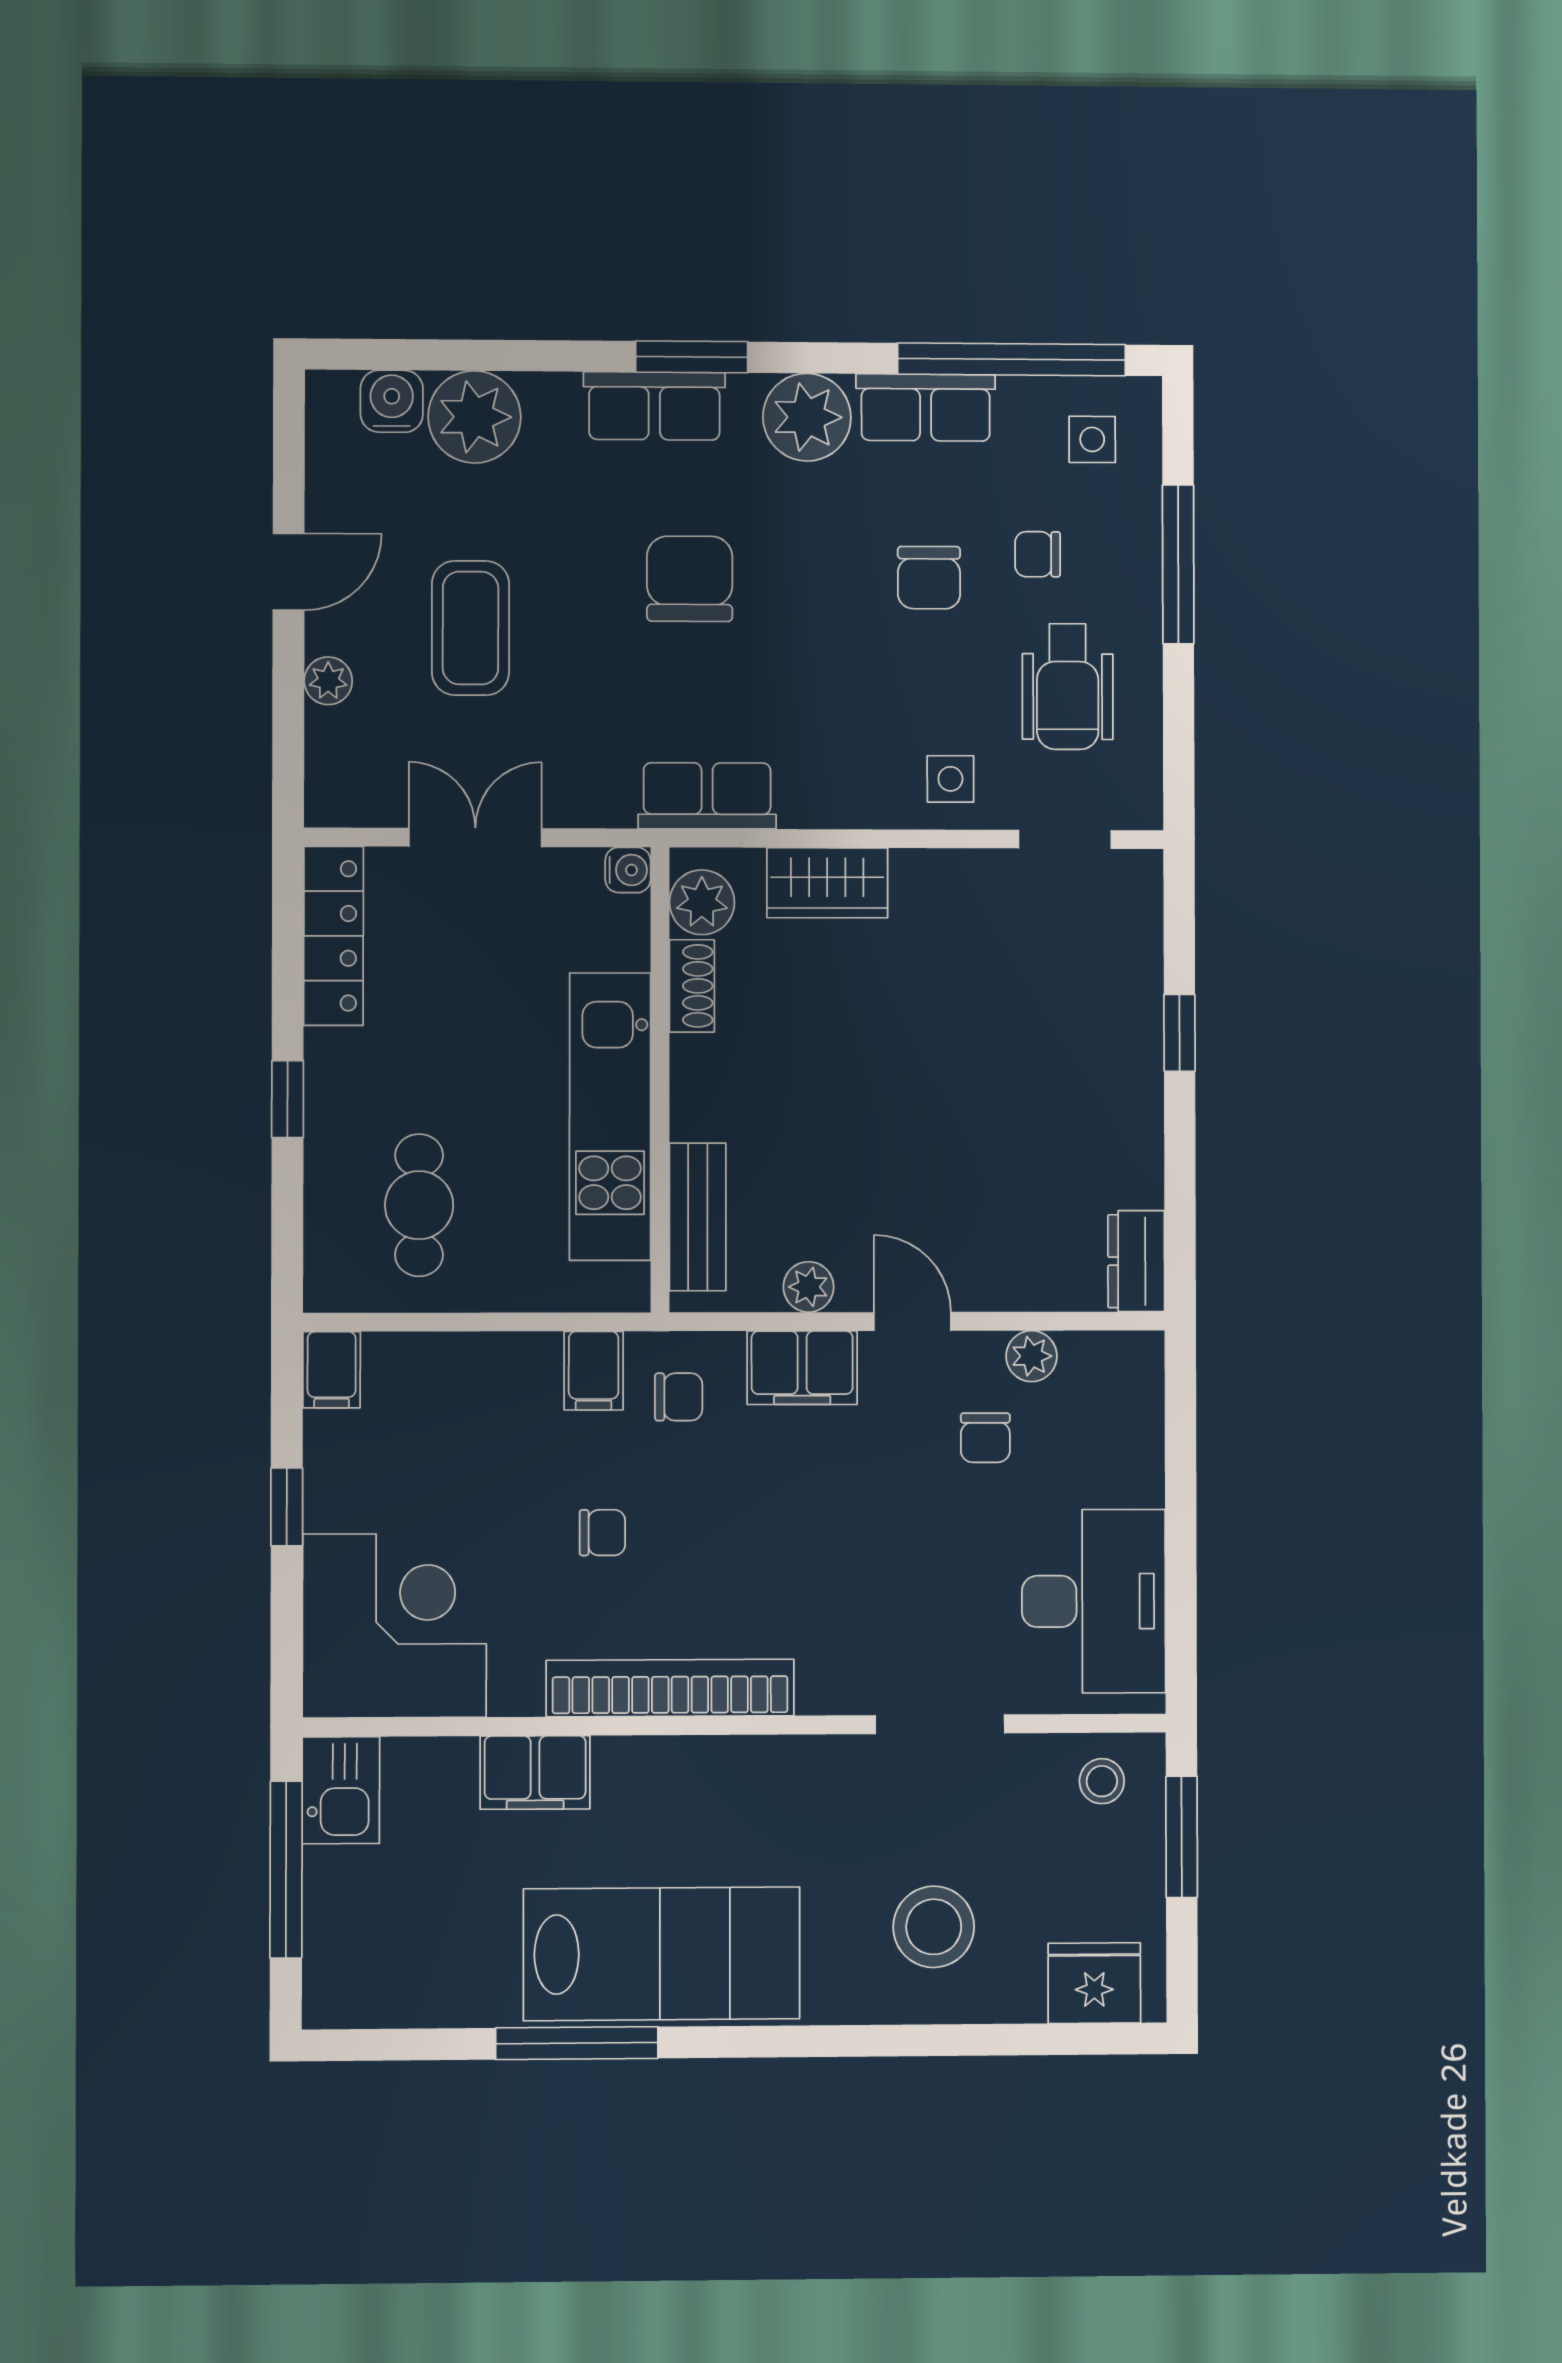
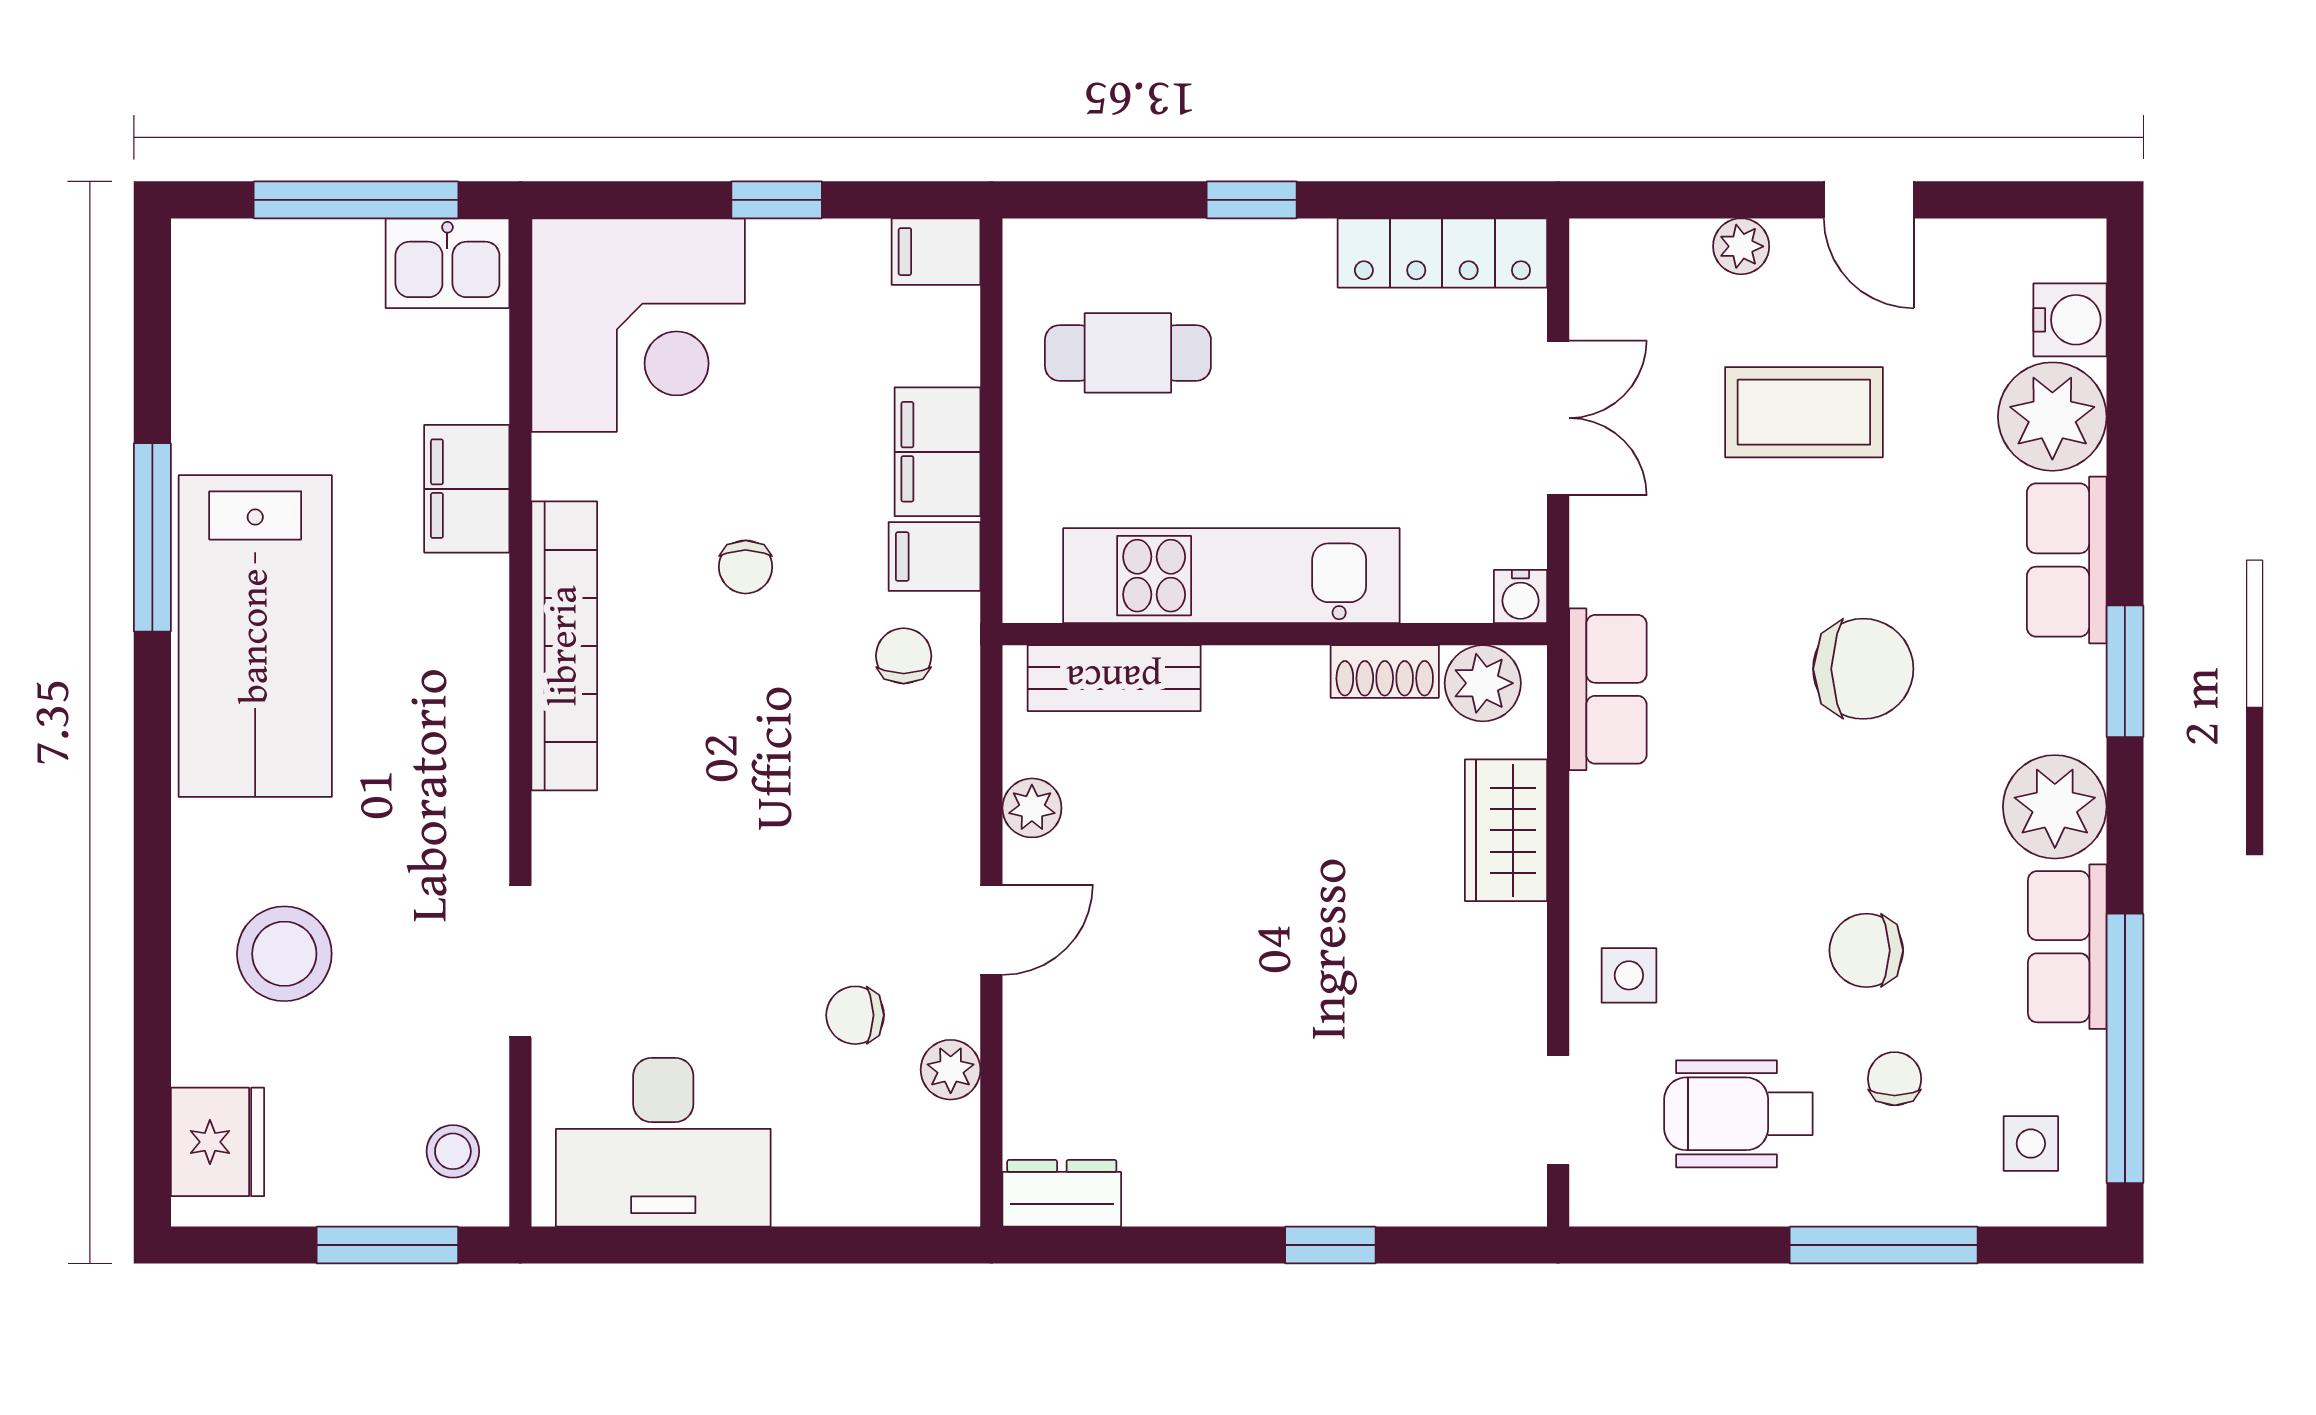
row of seats: (654, 406) -> (2067, 560), moved
filing cabinet: (802, 1368) -> (937, 452), moved
chair: (679, 1397) -> (904, 656), turned 180

